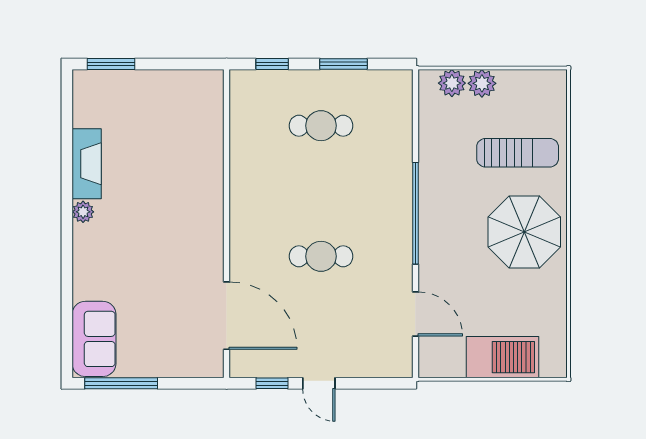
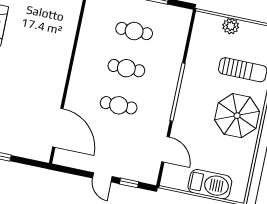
plant: (452, 83) -> (214, 22), removed
cafe table: (321, 191) -> (126, 68), added
window: (272, 383) -> (129, 183), moved

